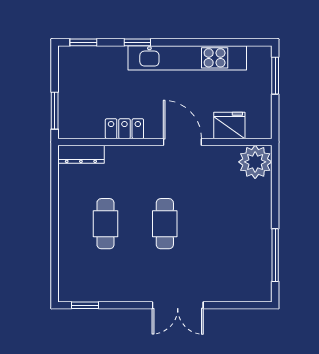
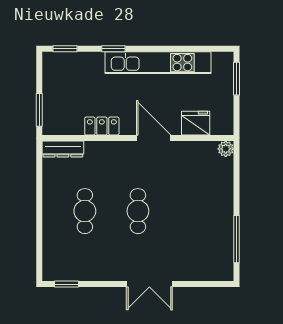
plant: (255, 162) -> (226, 149), width x0.53, depth x0.53

